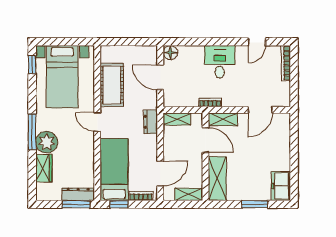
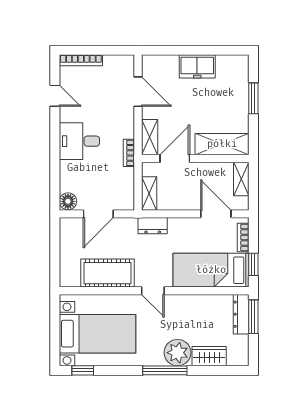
door: (97, 122) -> (153, 291), hinge flipped
freezer: (281, 186) -> (197, 66), moved

